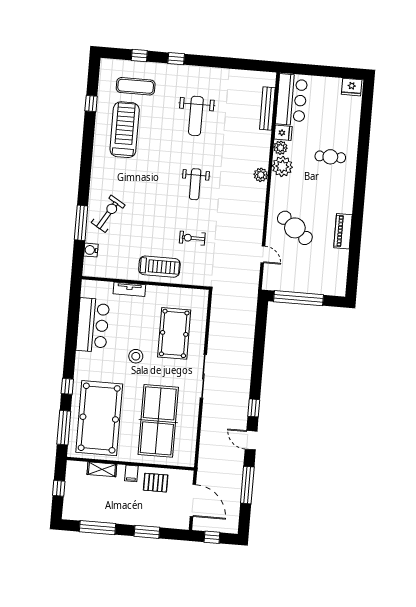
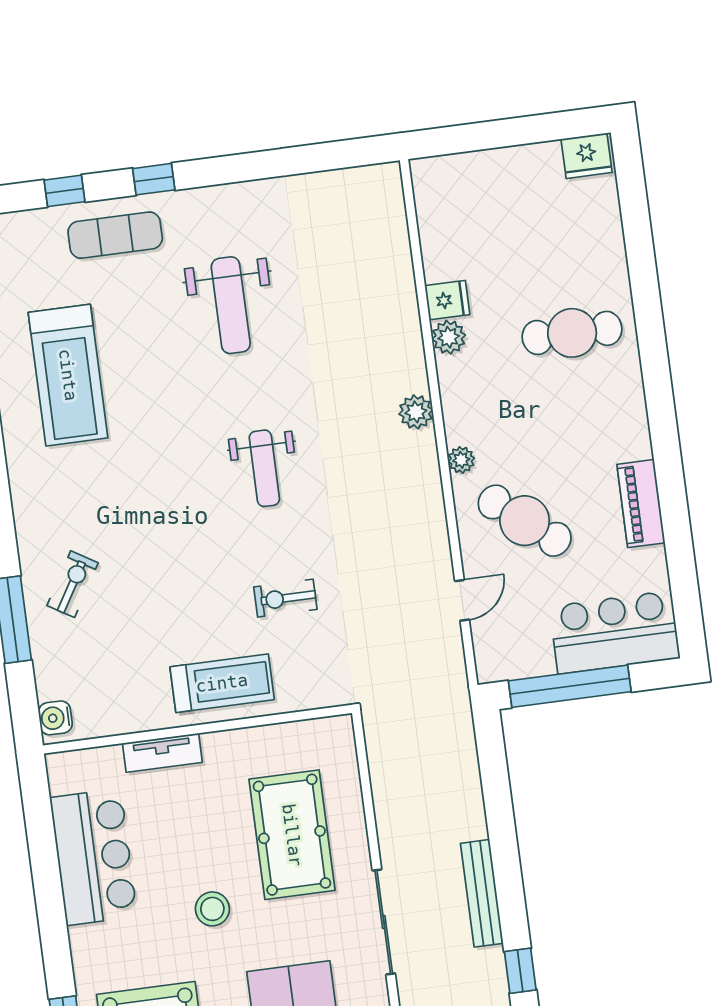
exercise mat: (136, 86) -> (115, 235), moved
bar counter: (292, 100) -> (615, 632), moved, turned -90
bench: (267, 109) -> (482, 893), moved
treadmill: (125, 130) -> (68, 375), turned 180
cafe table: (330, 157) -> (572, 333), width x1.37, depth x1.35
plant: (282, 166) -> (461, 460), moved, width x0.53, depth x0.53
exercise bike: (108, 214) -> (73, 584), width x0.73, depth x0.72
water cooler: (91, 250) -> (55, 718), moved
door: (263, 254) -> (462, 600), hinge flipped

